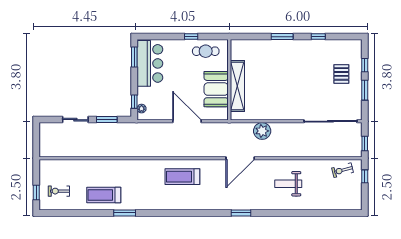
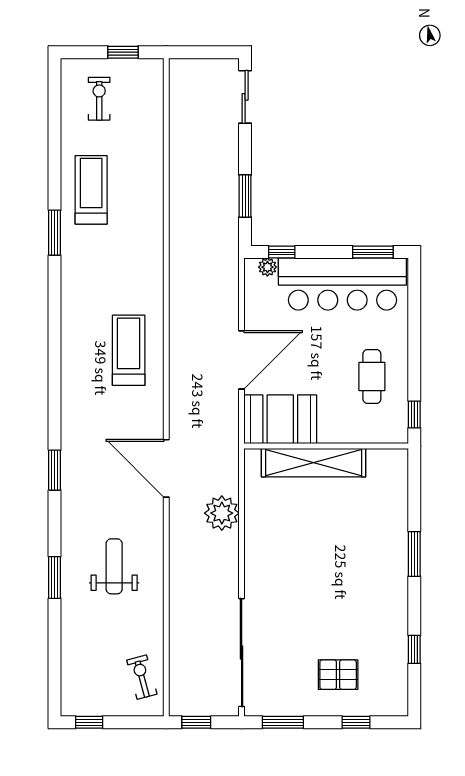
window: (191, 37) -> (414, 414), moved
window: (318, 37) -> (414, 649), moved
cafe table: (206, 51) -> (372, 376), moved
bar counter: (150, 63) -> (342, 284), width x1.36
booth: (216, 89) -> (280, 419), moved
window: (365, 90) -> (283, 722), moved
sliding door: (75, 120) -> (245, 97), moved
window: (365, 176) -> (89, 722), moved
window: (36, 192) -> (123, 52), moved
window: (294, 213) -> (55, 578), added

